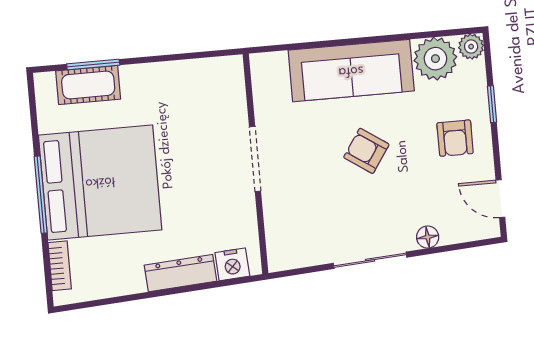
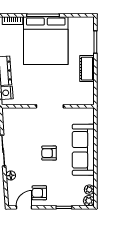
plant: (435, 59) -> (89, 190), width x0.53, depth x0.53
cot: (88, 85) -> (87, 69), moved
armchair: (455, 138) -> (39, 193), moved
armchair: (366, 151) -> (49, 153), turned -124

